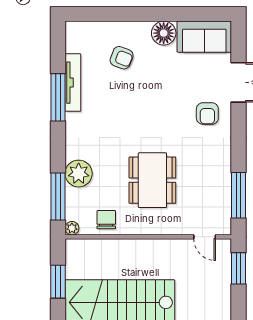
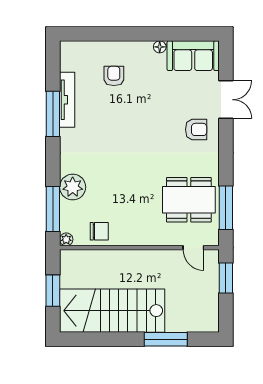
floor lamp: (164, 33) -> (160, 47), width x0.53, depth x0.53
armchair: (122, 58) -> (114, 76), turned -111
armchair: (207, 114) -> (196, 129), turned -90
dining table: (152, 180) -> (189, 200), moved, turned 90
chair: (106, 220) -> (99, 231), turned 90

